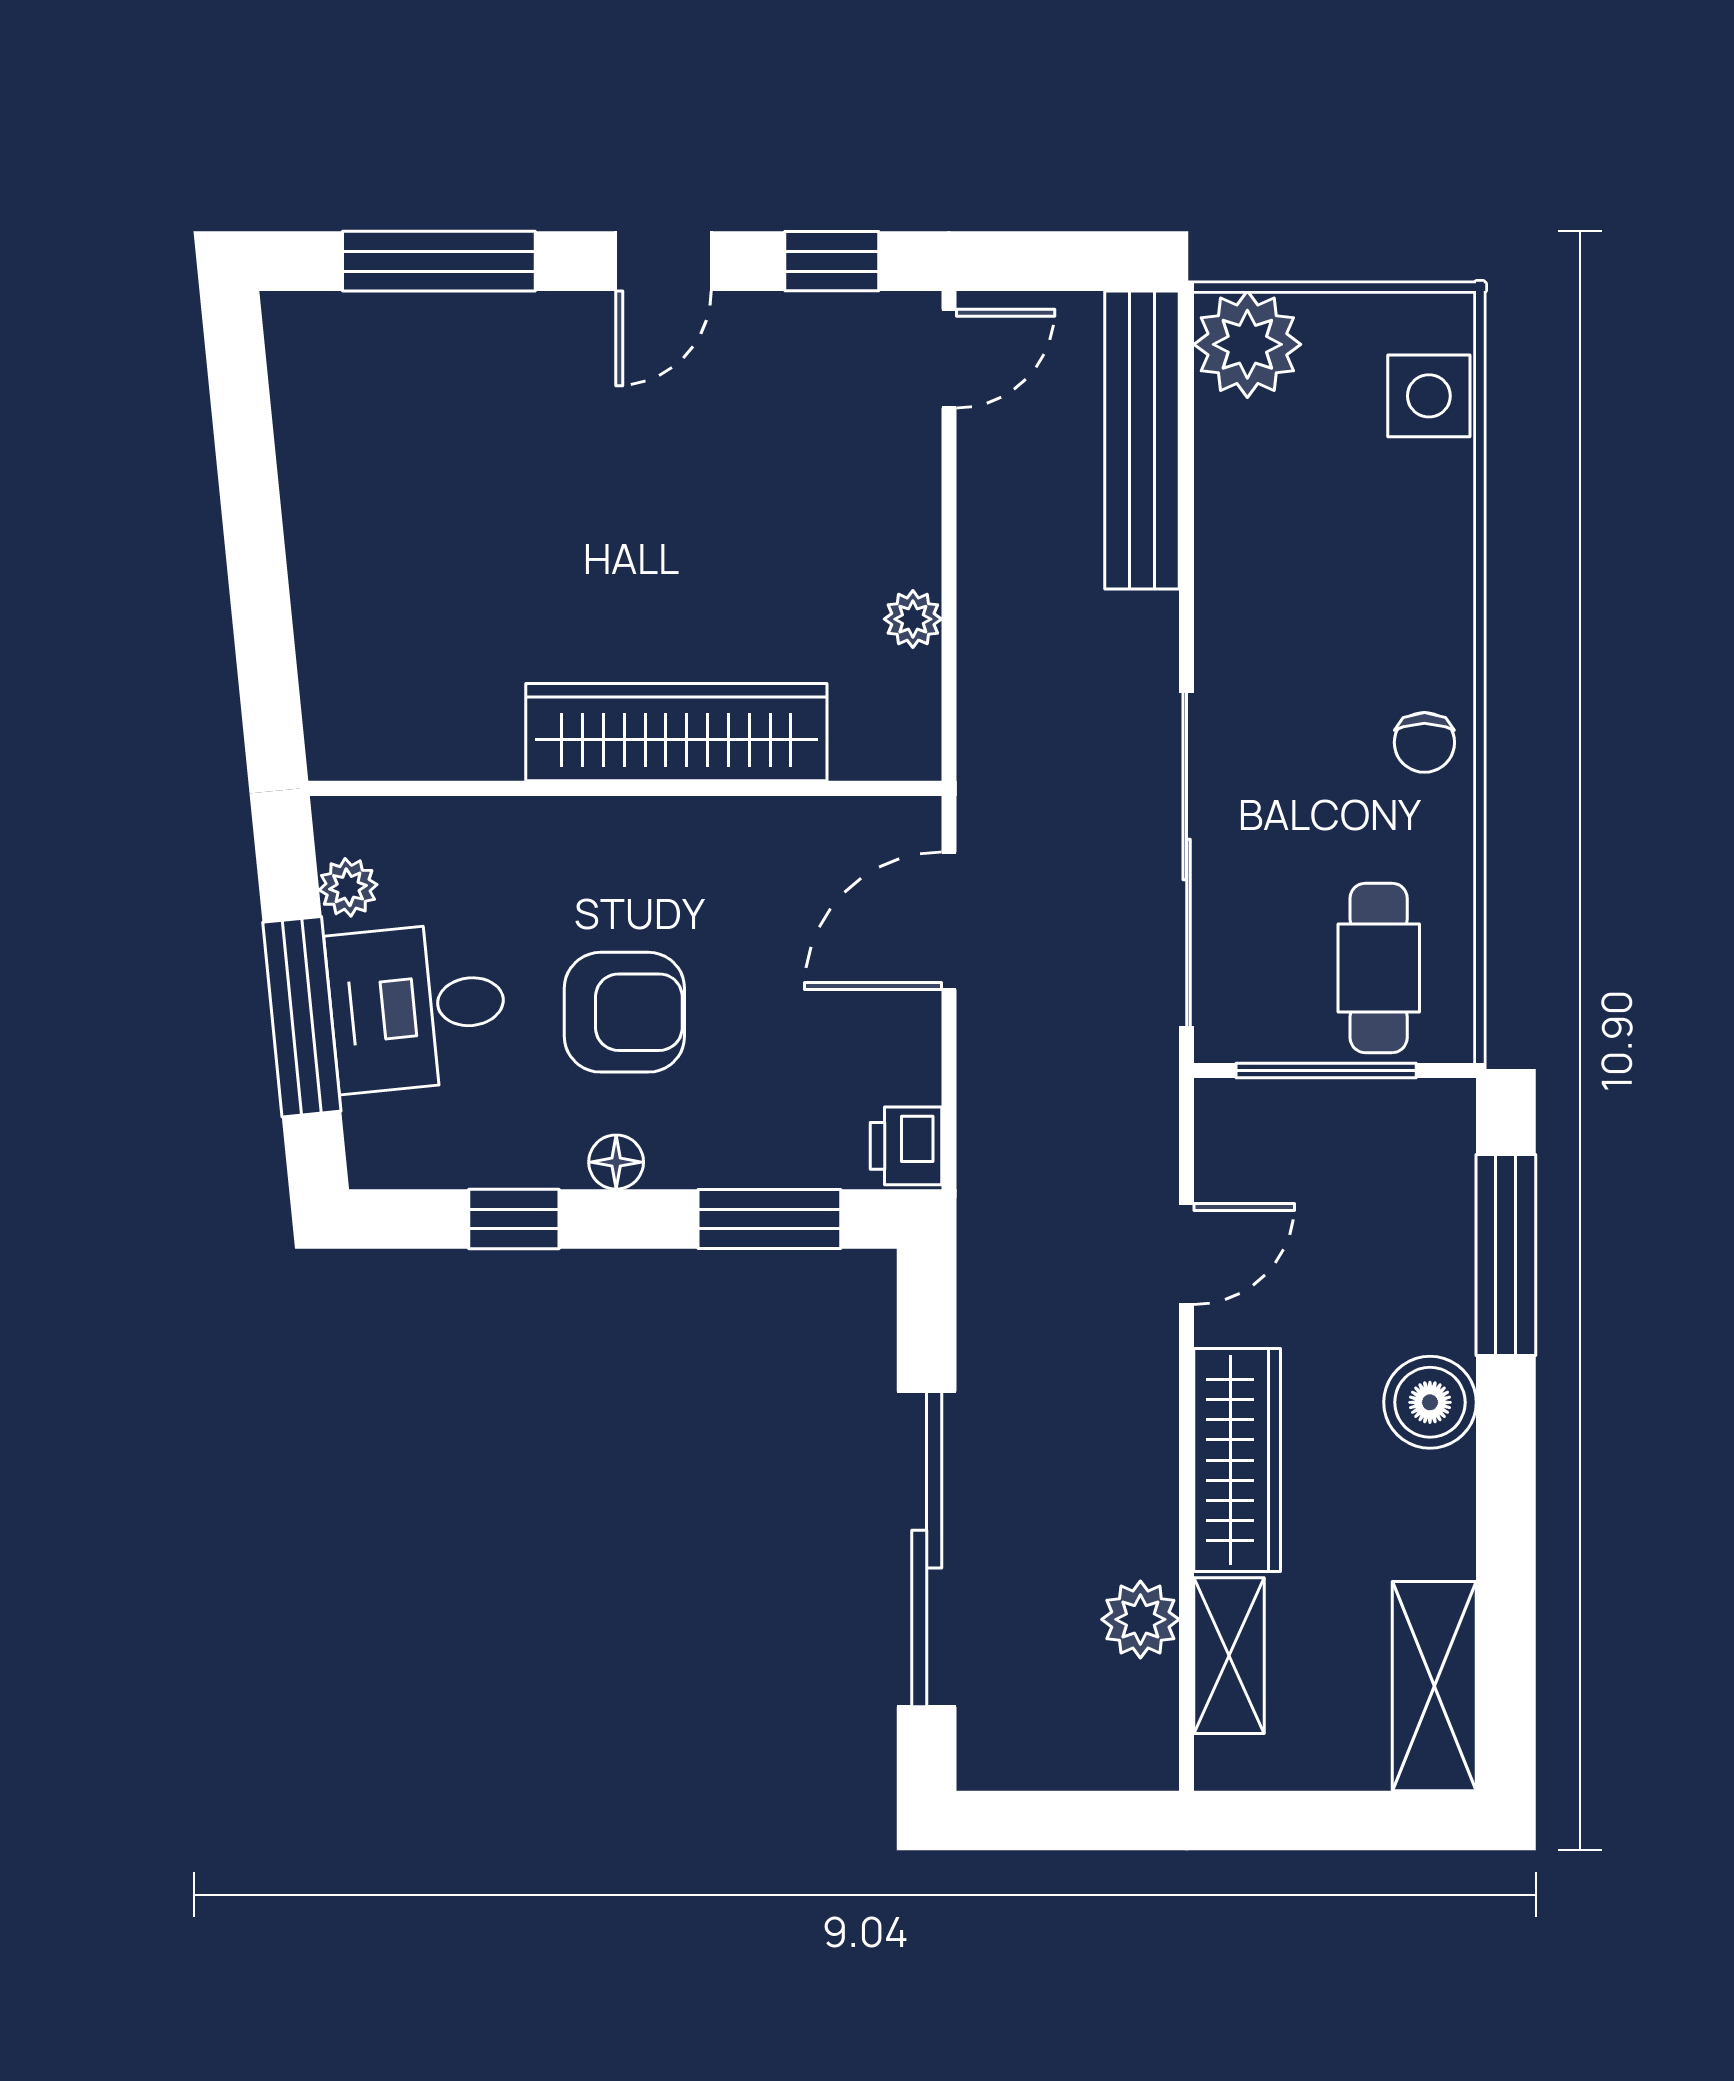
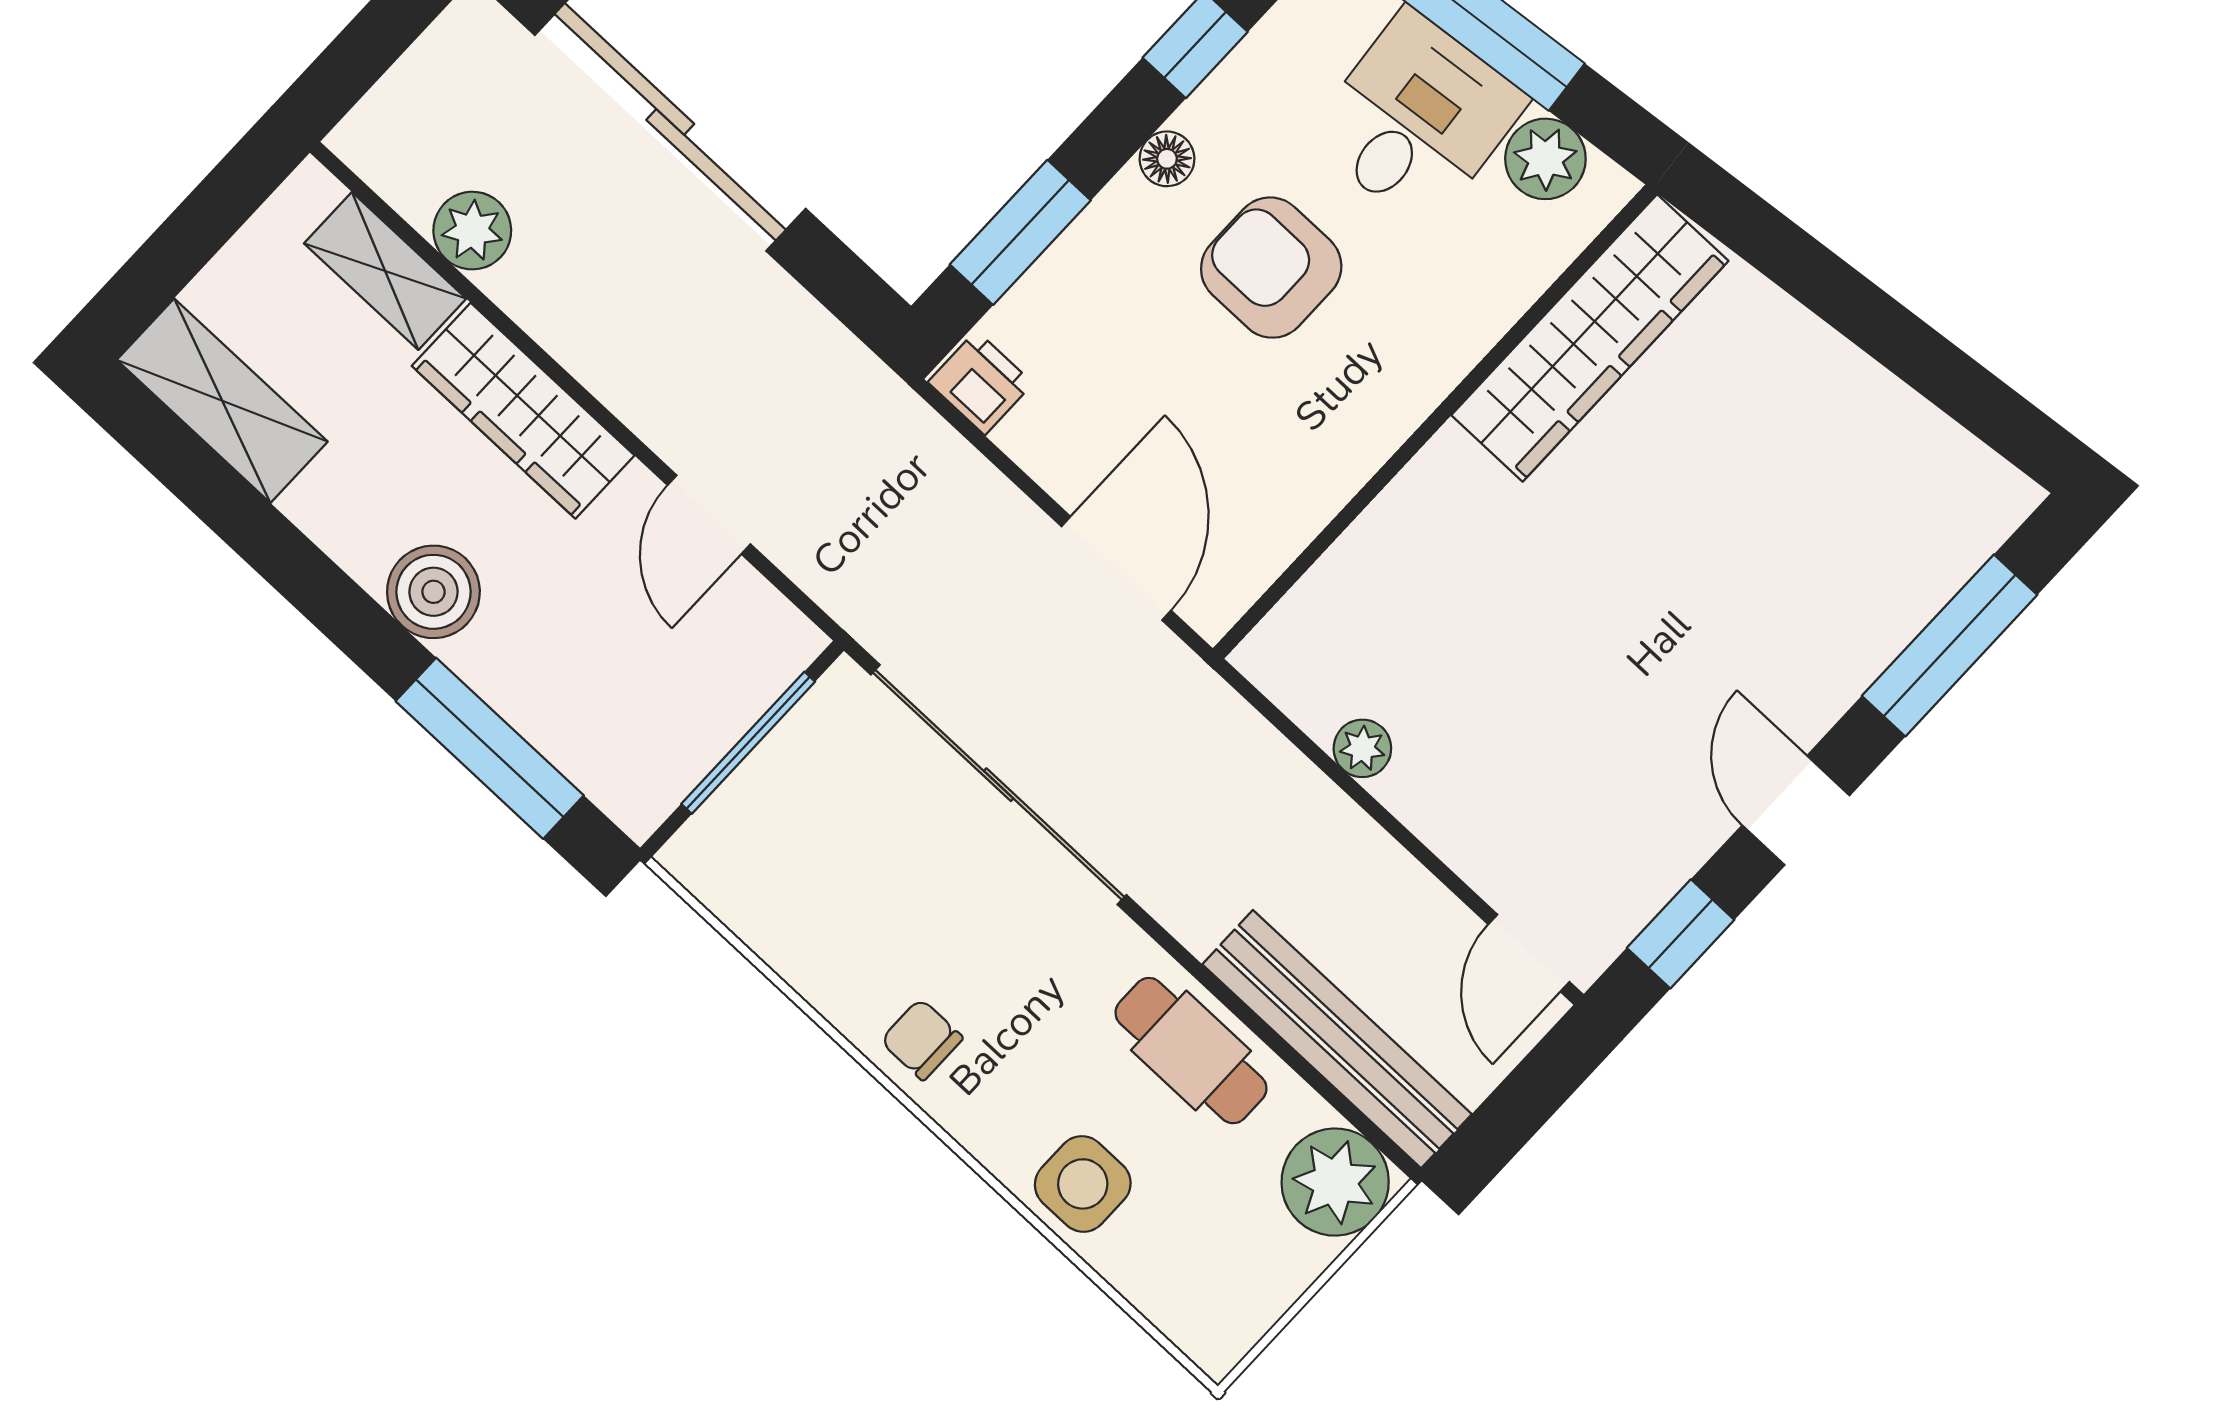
side table: (1429, 396) -> (1083, 1184), moved
wardrobe: (676, 732) -> (1590, 338), moved
plant: (348, 887) -> (1545, 159), width x1.38, depth x1.38
cafe table: (1379, 968) -> (1191, 1051), moved
armchair: (624, 1012) -> (1271, 268), turned 90

